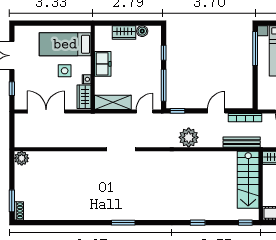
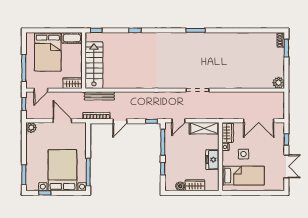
plant: (189, 137) -> (142, 100), removed

